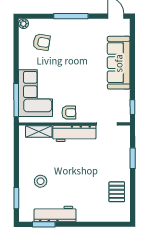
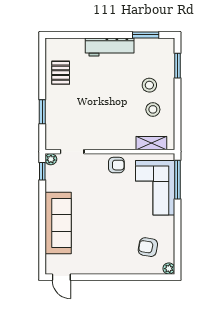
window: (71, 16) -> (114, 277), removed
armchair: (69, 113) -> (116, 165), turned 180
plant: (125, 117) -> (51, 159), added
workbench: (74, 134) -> (110, 141), removed
stool: (37, 160) -> (153, 109), added
workbench: (55, 214) -> (110, 47), moved

